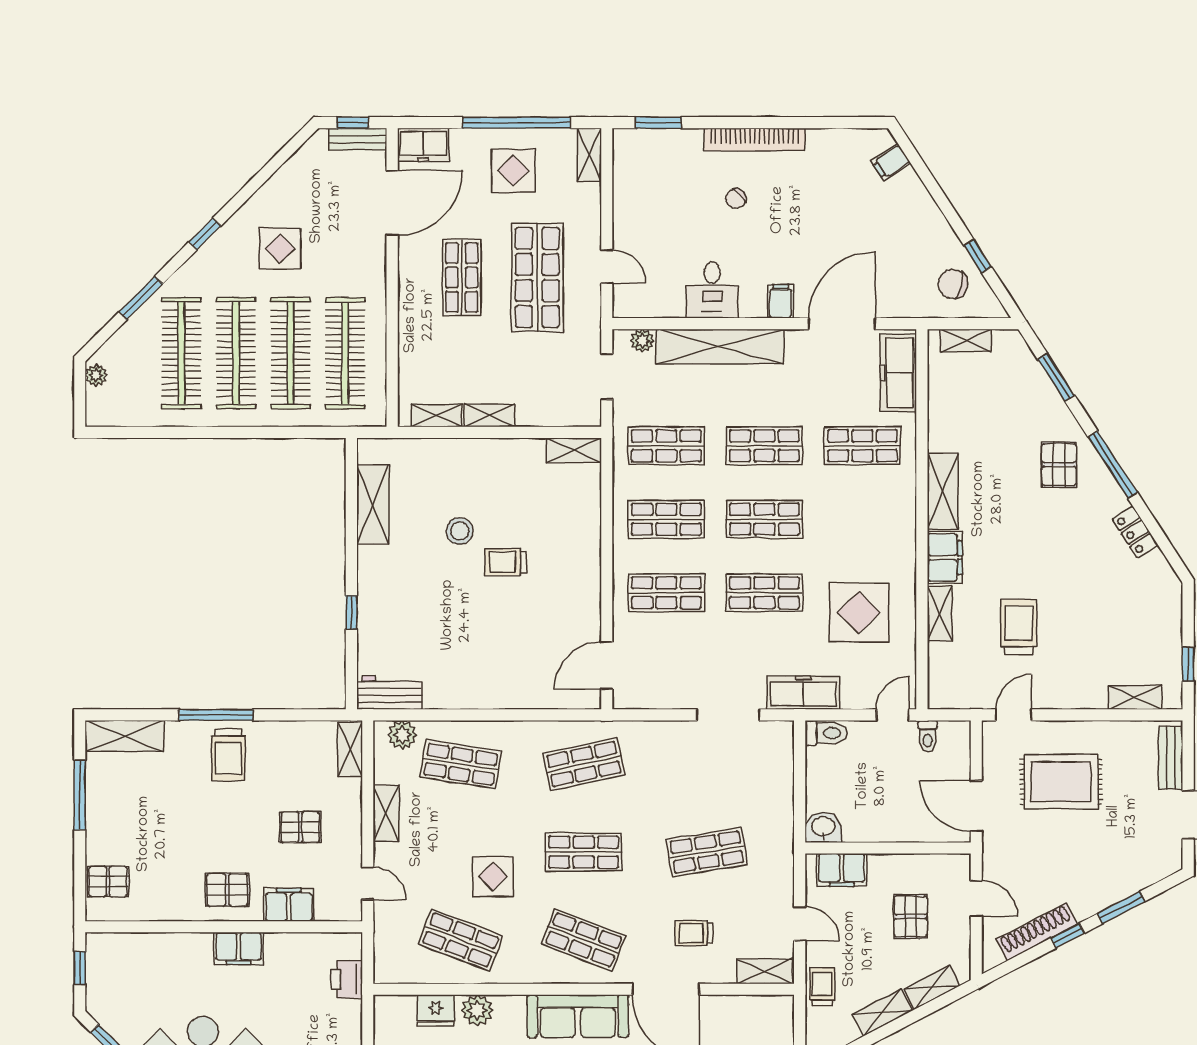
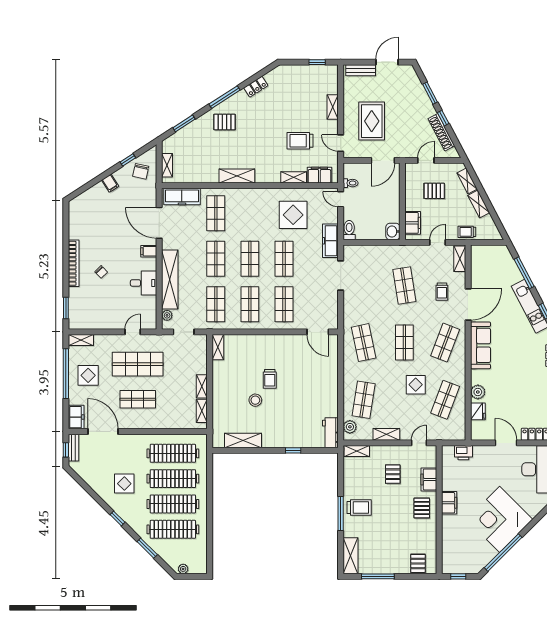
filing cabinet: (891, 162) -> (110, 183), moved
filing cabinet: (945, 558) -> (319, 175), moved
shelving: (1135, 697) -> (333, 107), moved

